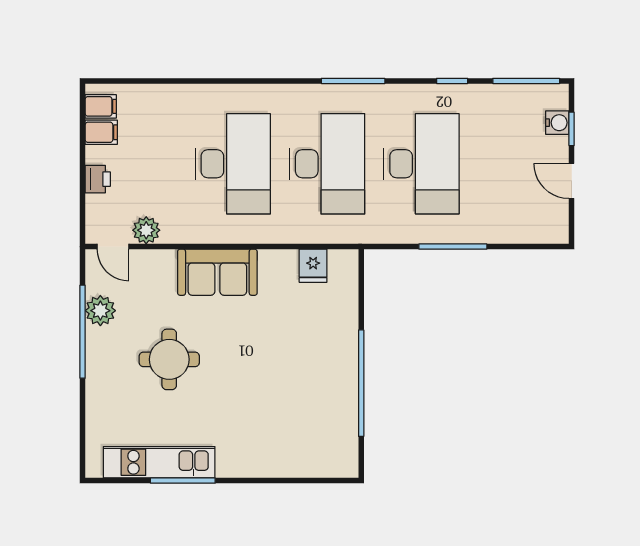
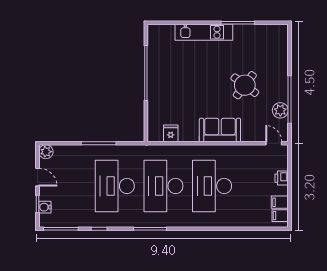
plant: (146, 230) -> (46, 152), moved
round table: (169, 359) -> (245, 85), turned 37
kitchen unit: (159, 462) -> (204, 32), moved

